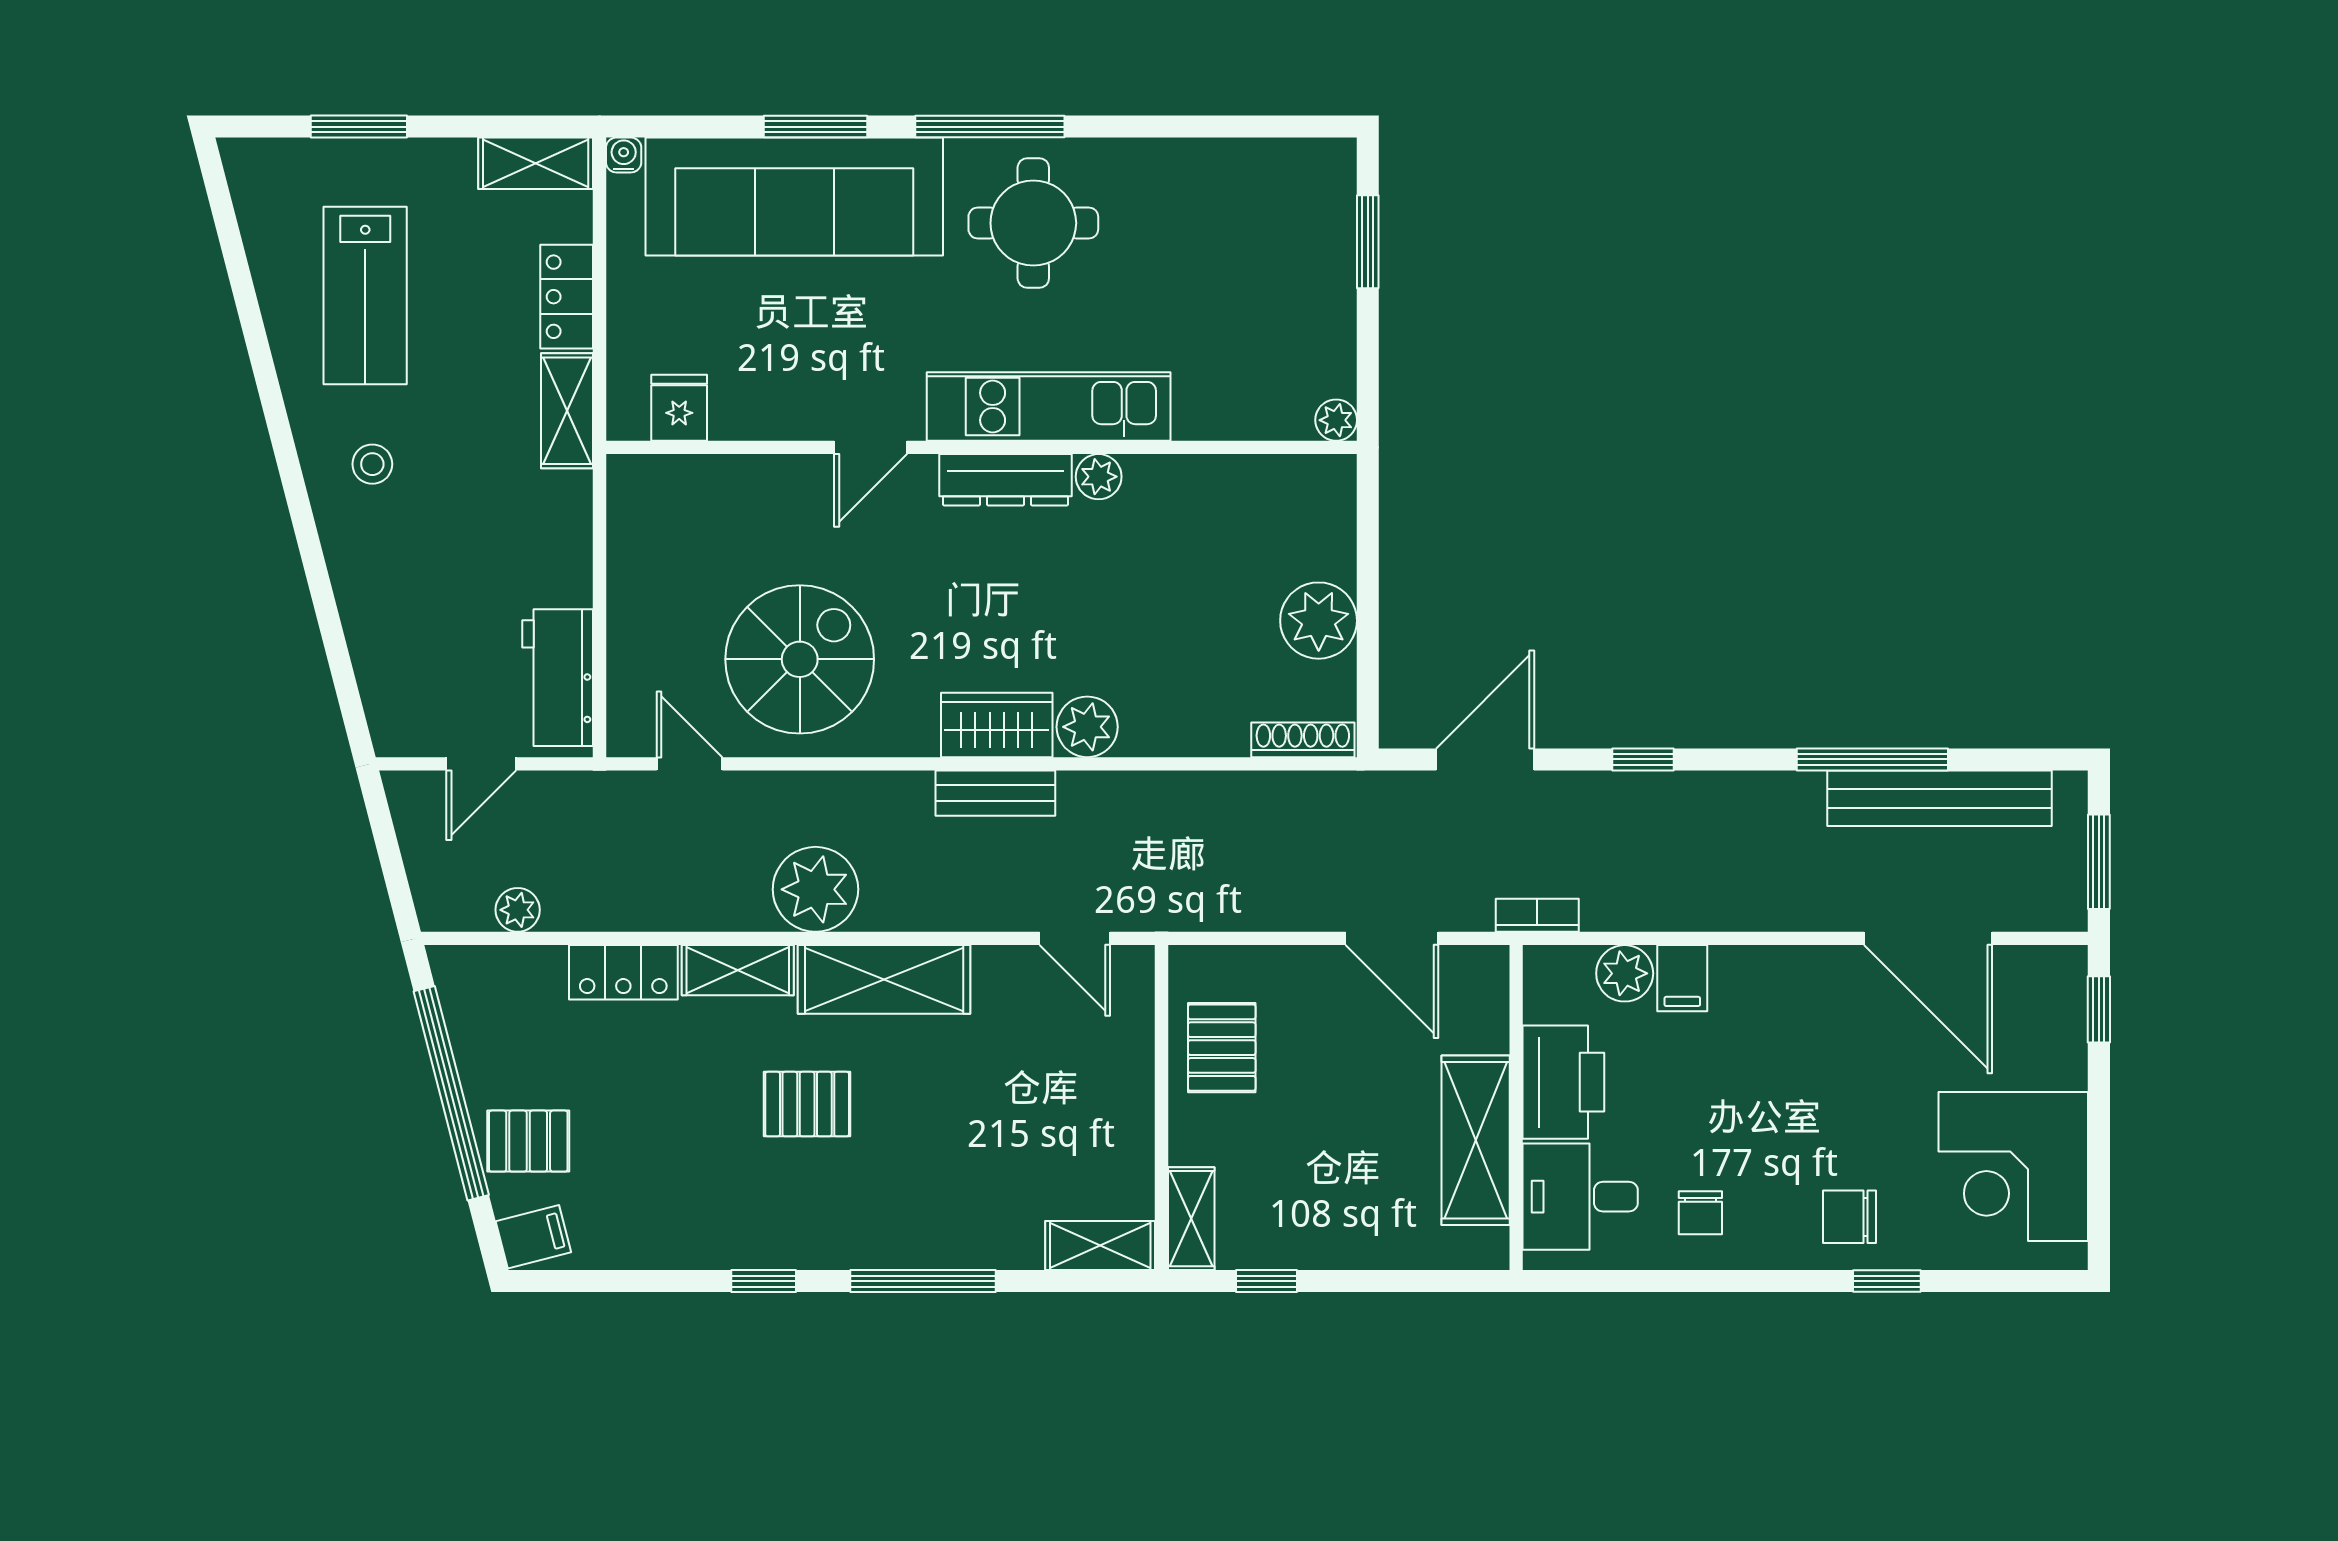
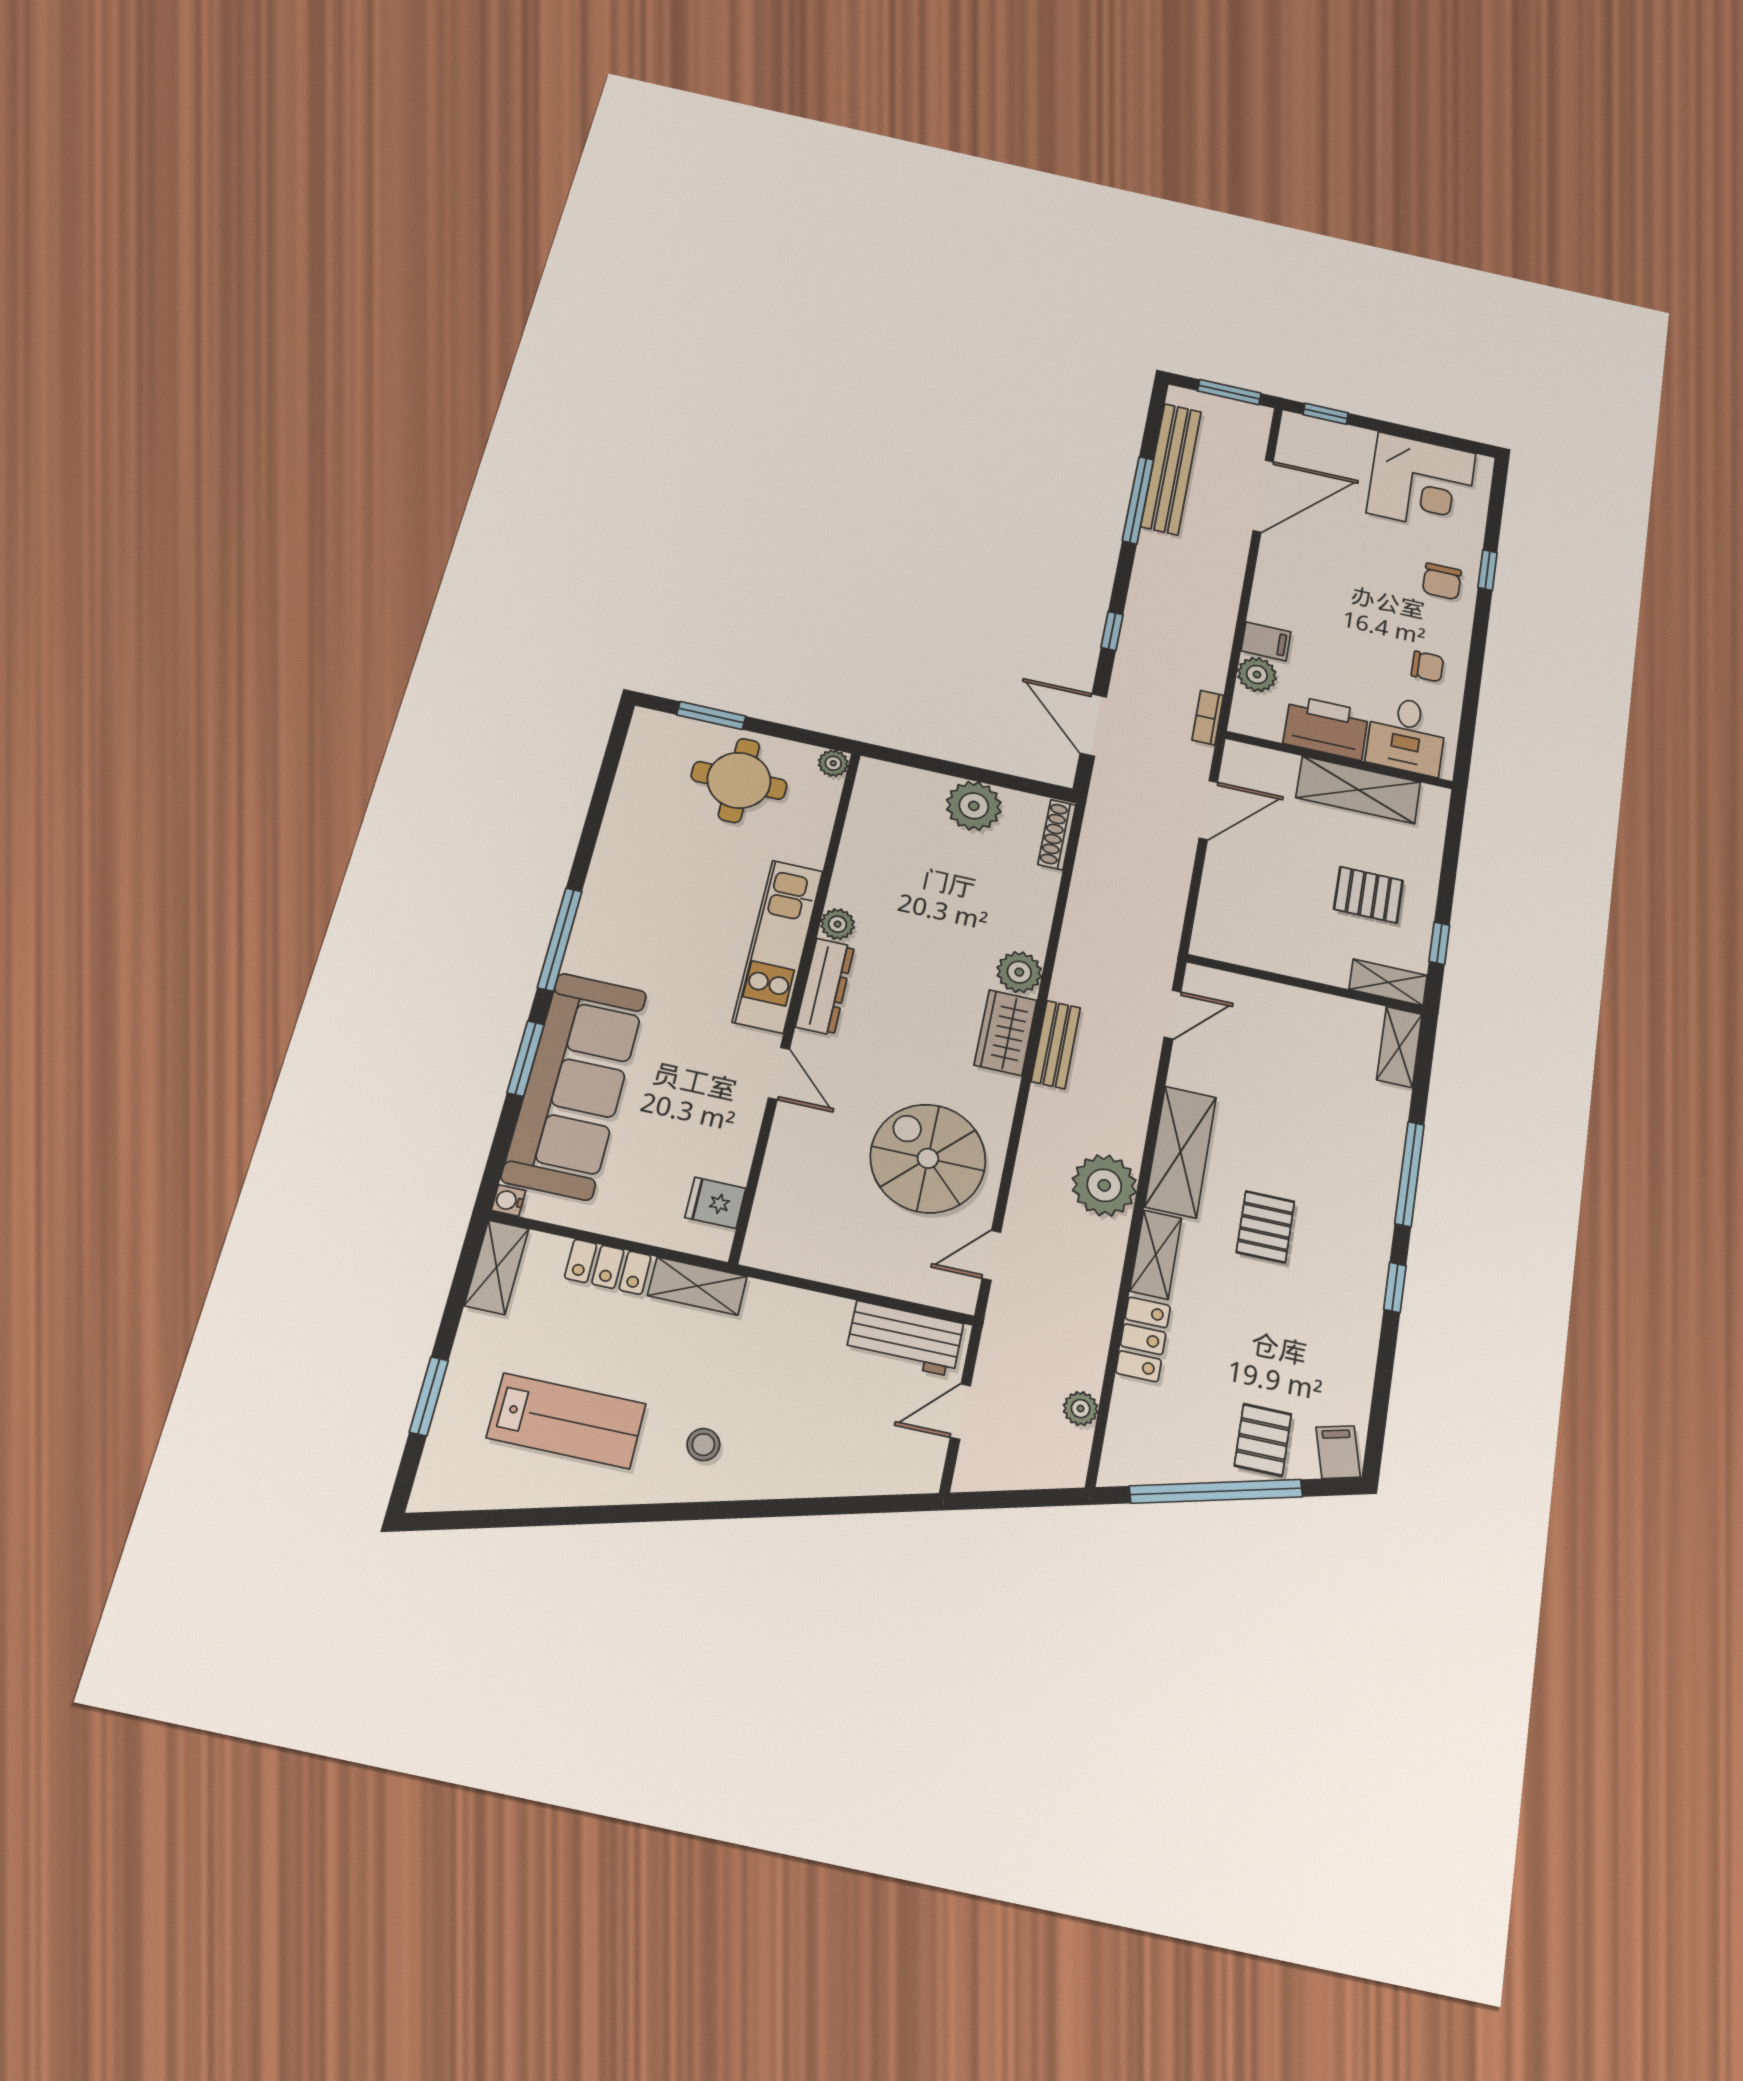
round table: (1033, 223) -> (739, 780), moved
door: (481, 764) -> (960, 1412), swing flipped
pallet: (1222, 1048) -> (1368, 895), moved

